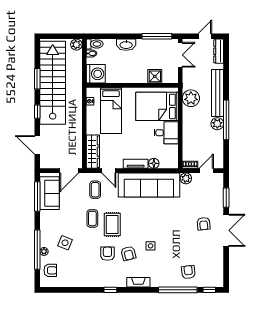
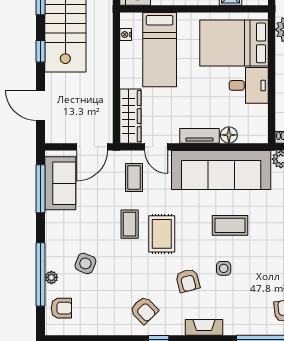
coffee table: (154, 219) -> (230, 225), added
armchair: (107, 254) -> (144, 310), moved, turned 136

